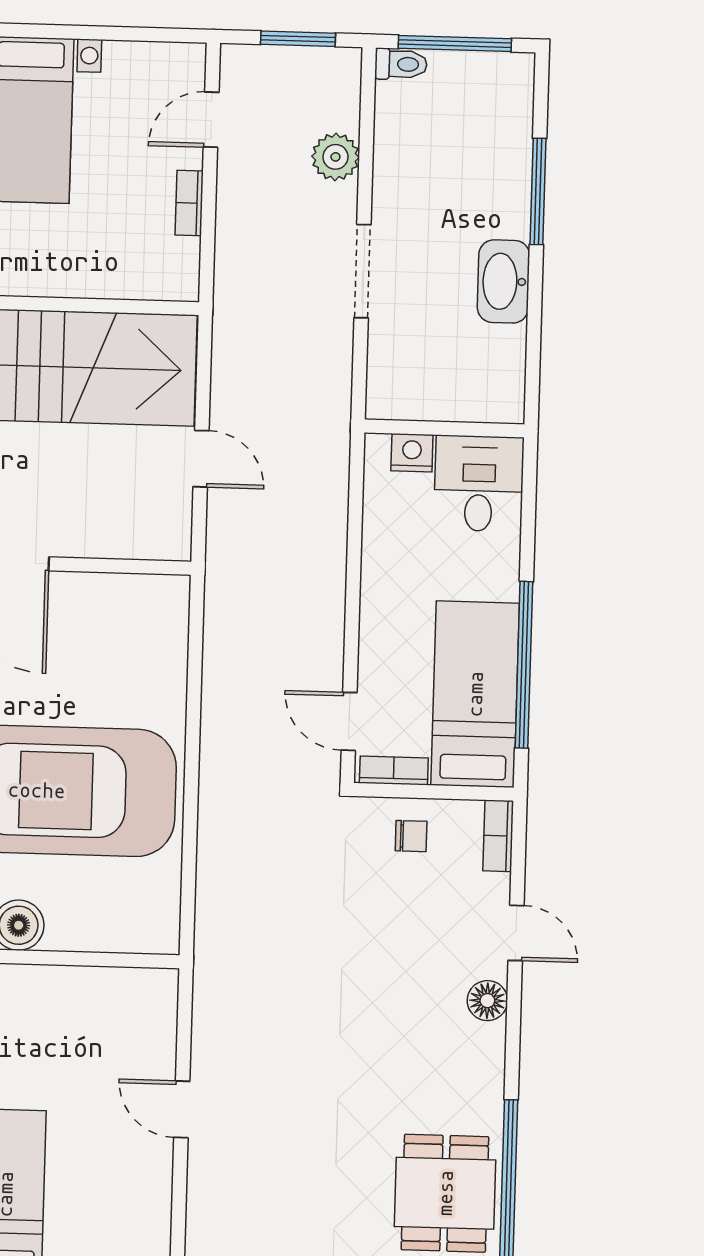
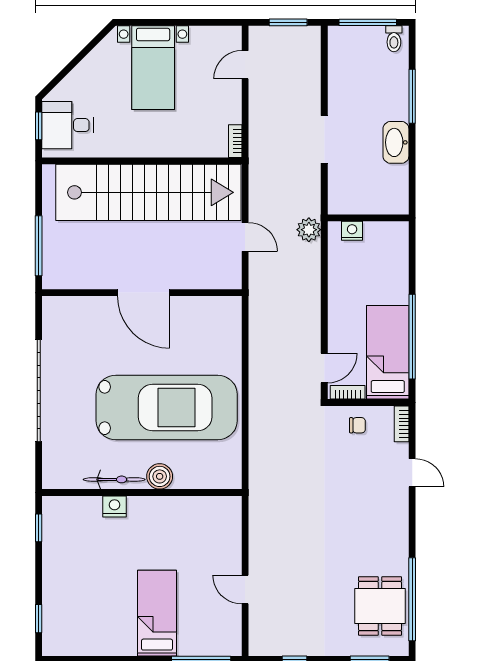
toilet: (401, 64) -> (394, 39), moved, turned 90
plant: (335, 157) -> (309, 230), moved
bookcase: (189, 203) -> (235, 141), moved
desk: (479, 483) -> (387, 245), removed
door: (349, 721) -> (324, 368), swing flipped
floor lamp: (487, 1001) -> (399, 508), removed
door: (182, 1109) -> (245, 590), moved

